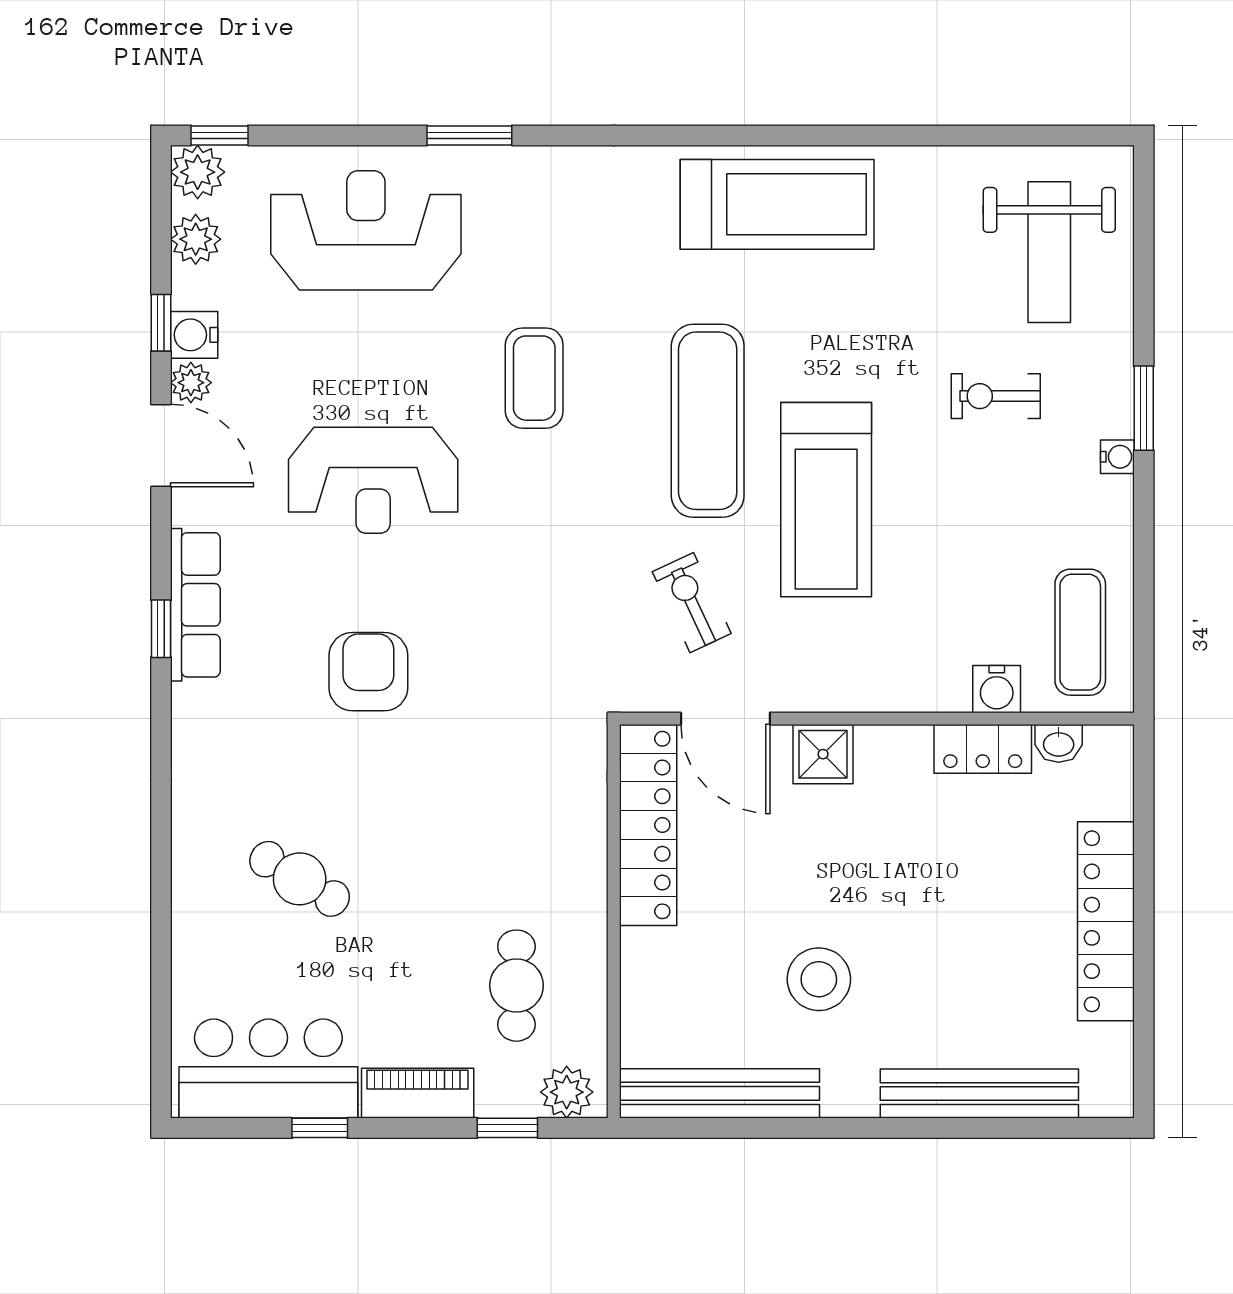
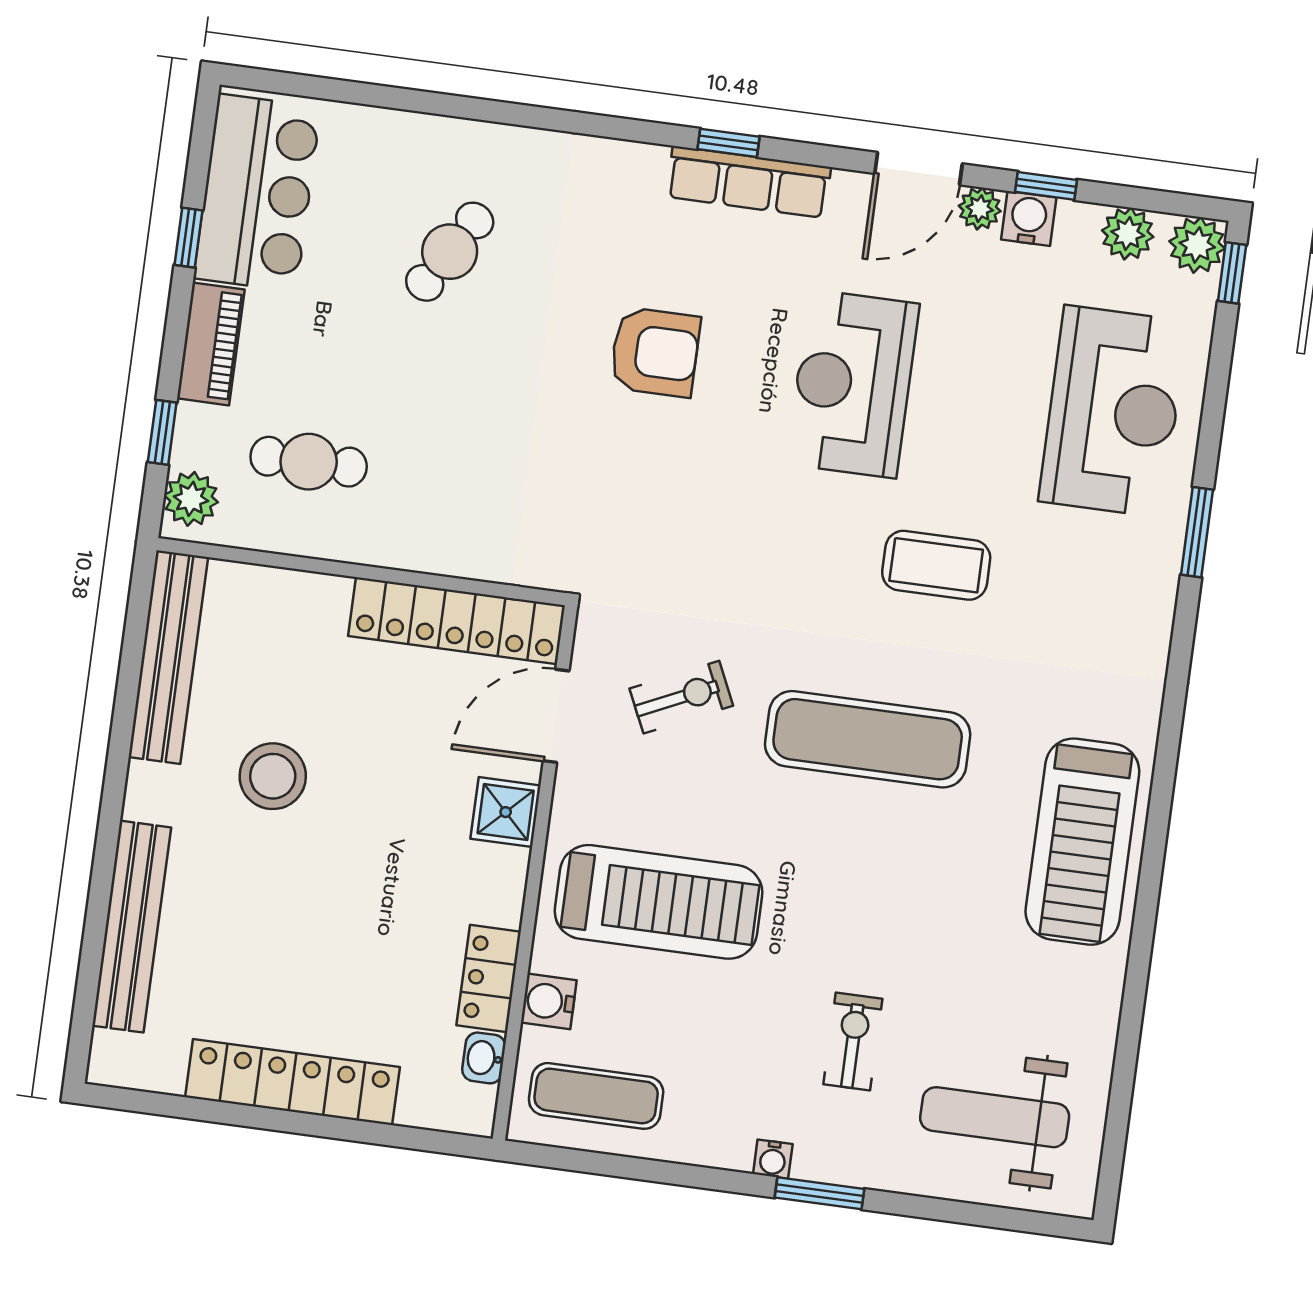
treadmill: (826, 500) -> (659, 902), moved, turned 180

